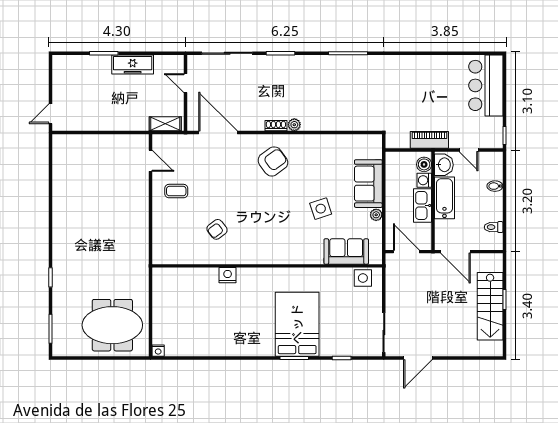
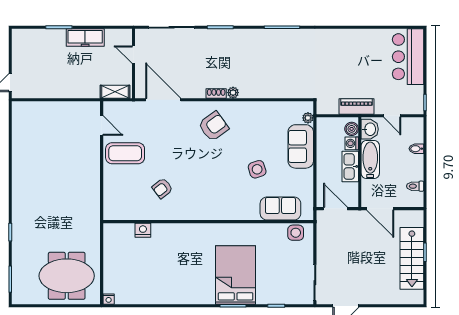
coffee table: (176, 191) -> (125, 153), width x1.86, depth x1.72
plant: (376, 215) -> (308, 118), moved
nightstand: (228, 275) -> (143, 230), moved

